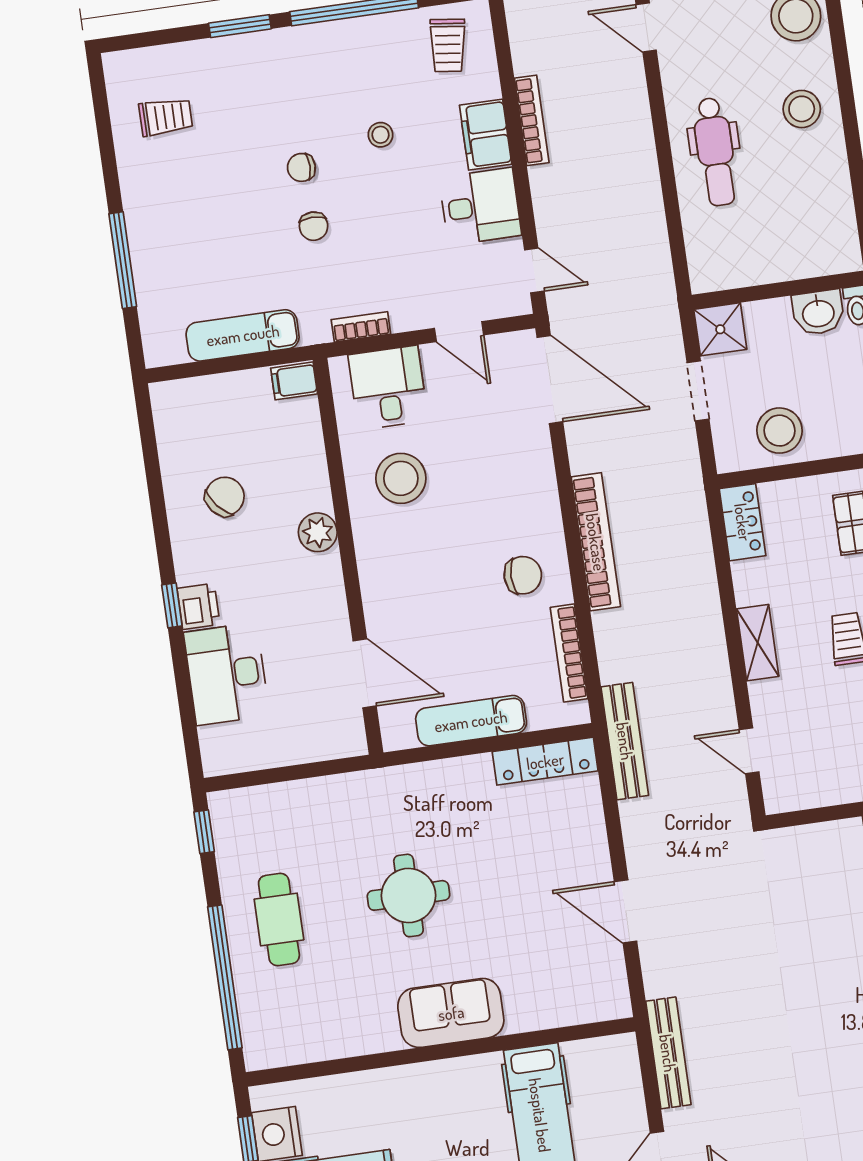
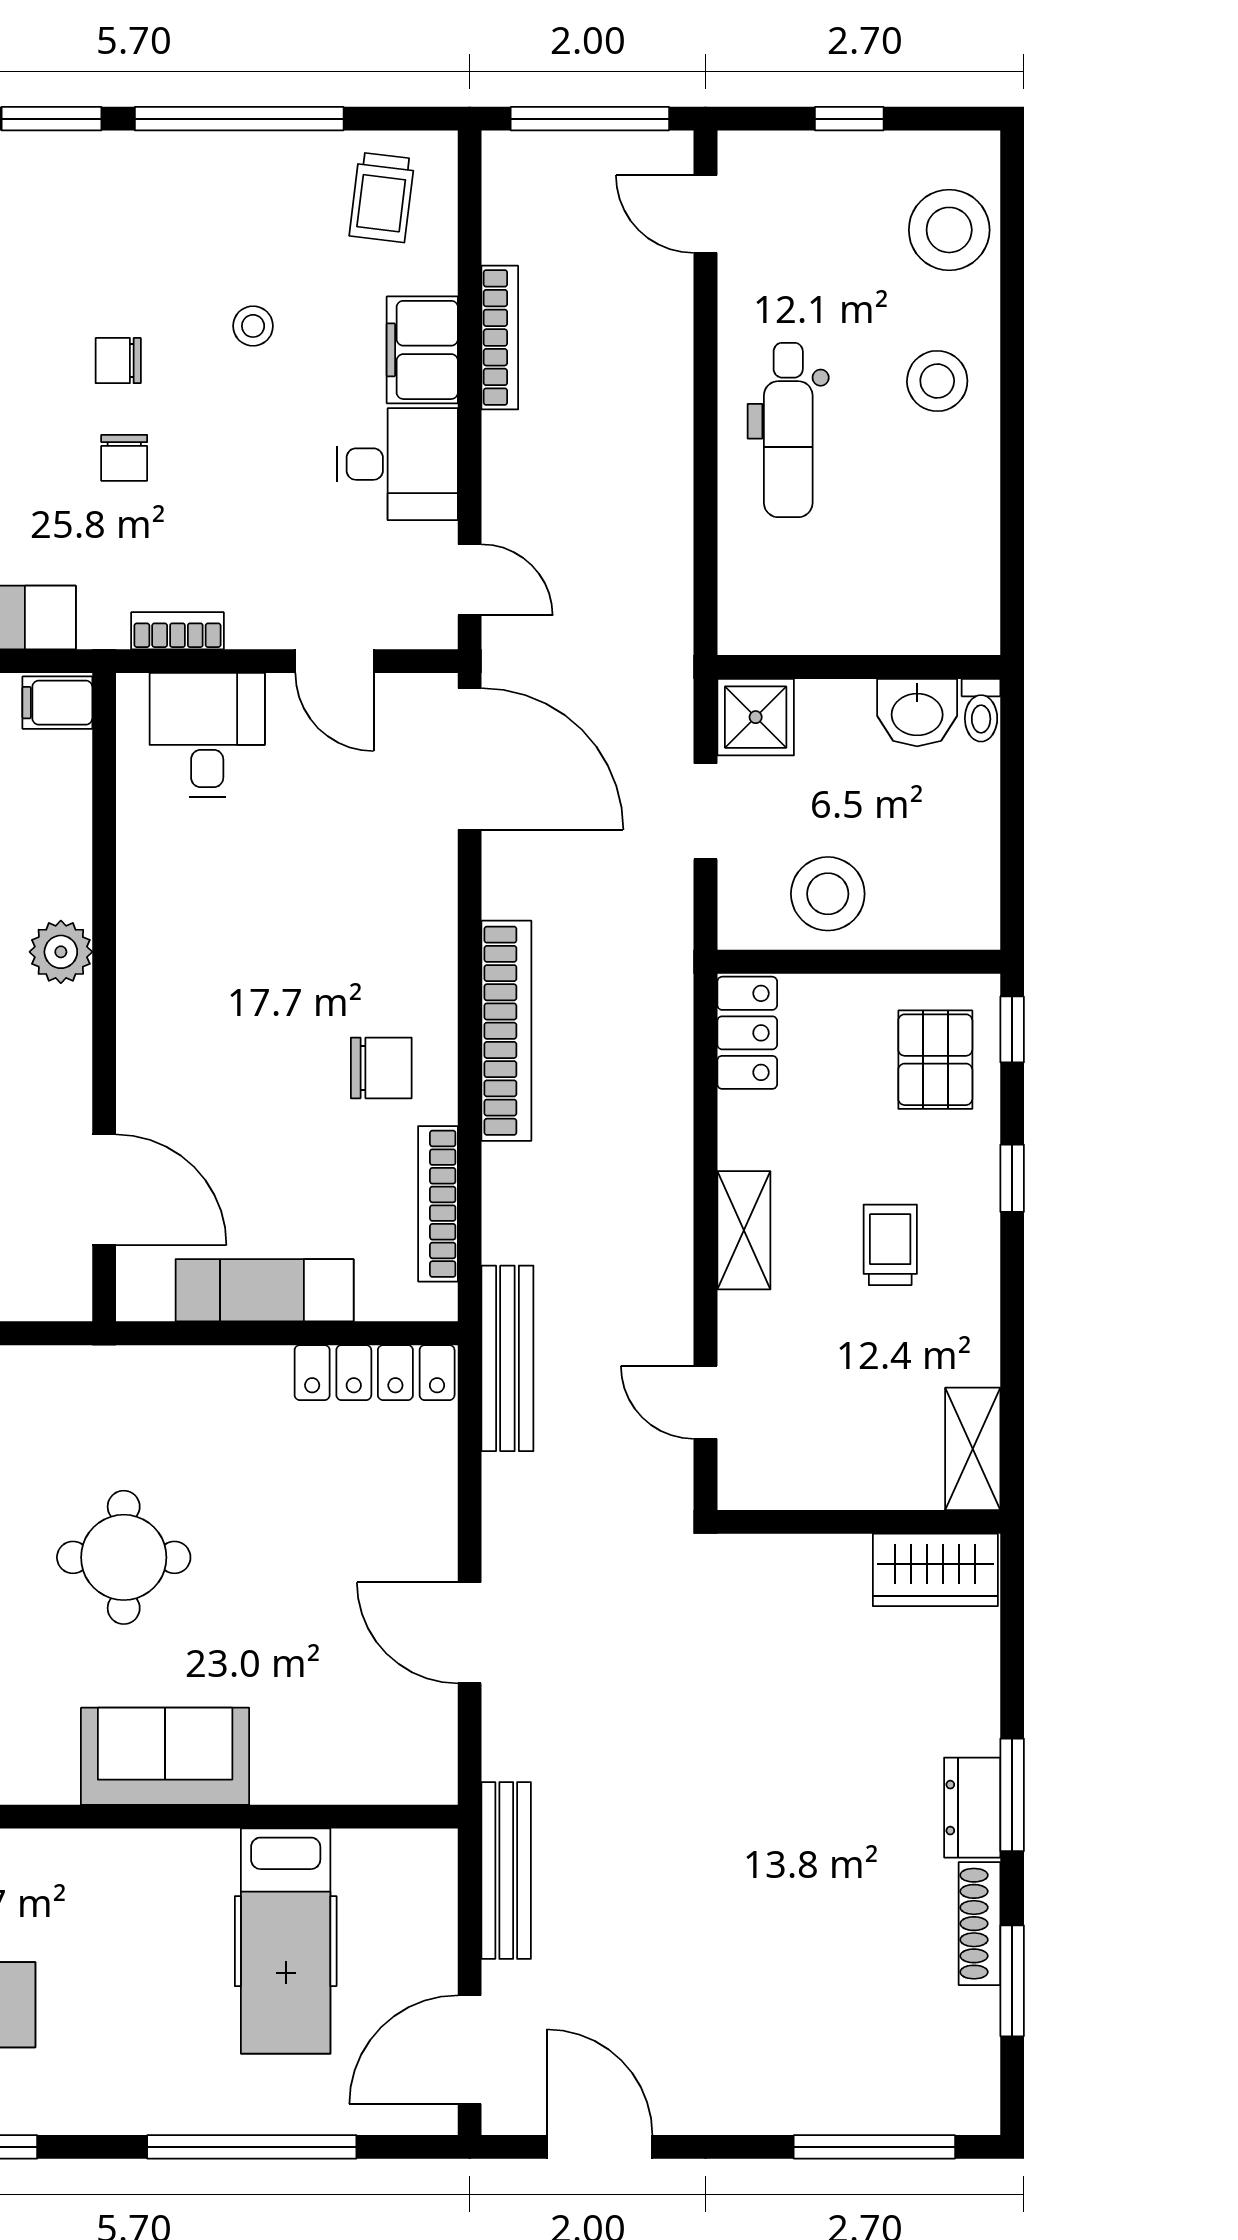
stool: (401, 478) -> (207, 884), removed

